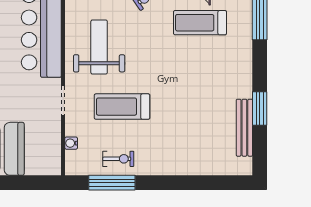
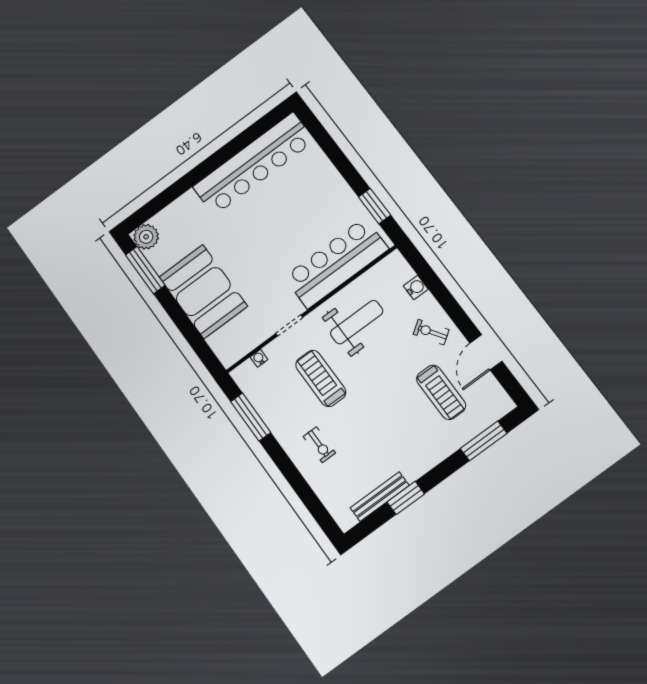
treadmill: (200, 23) -> (441, 392), turned 180
exercise bike: (118, 159) -> (319, 445), moved

